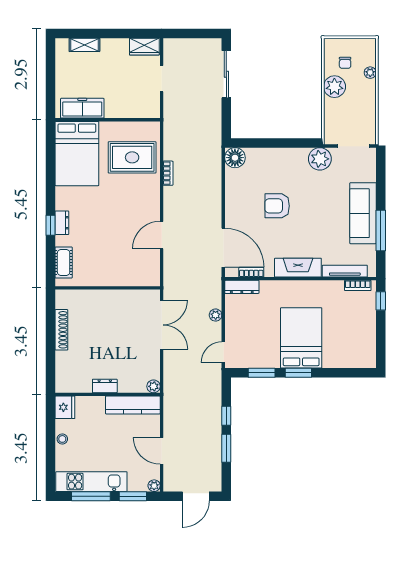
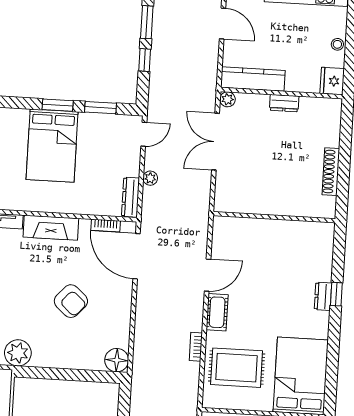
armchair: (277, 206) -> (71, 301), turned 42
cot: (64, 262) -> (217, 312), moved
dresser: (242, 287) -> (130, 197), moved, turned -90
double door: (162, 325) -> (216, 142), moved

